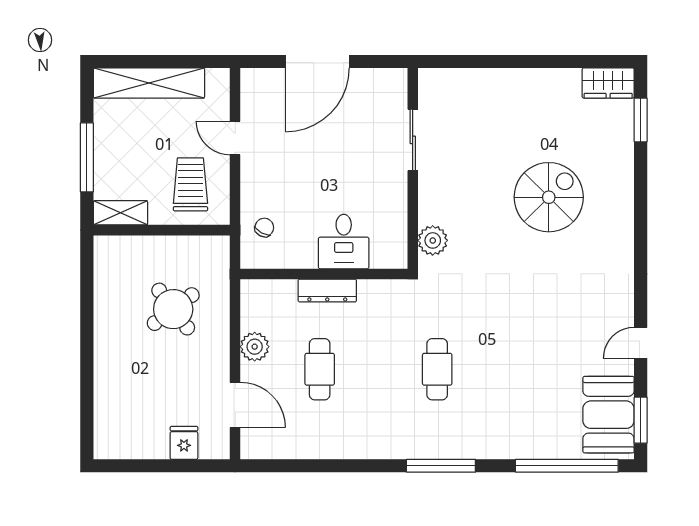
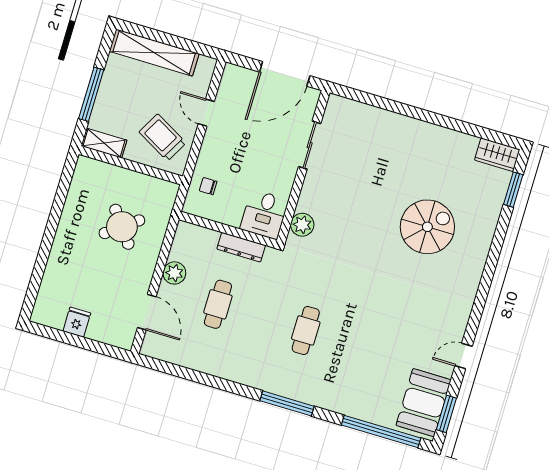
sliding door: (413, 140) -> (310, 145), moved
wall: (413, 168) -> (303, 166), moved
trolley: (190, 184) -> (163, 137), turned -61
chair: (264, 228) -> (208, 186), turned -118
plant: (433, 240) -> (302, 225), moved
fridge: (184, 443) -> (77, 322), moved

